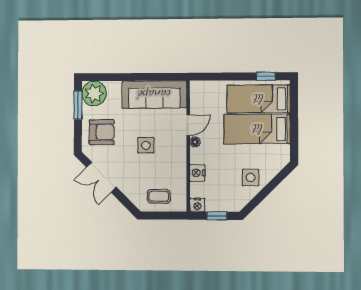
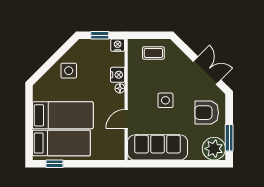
floor lamp: (195, 142) -> (120, 88), moved

